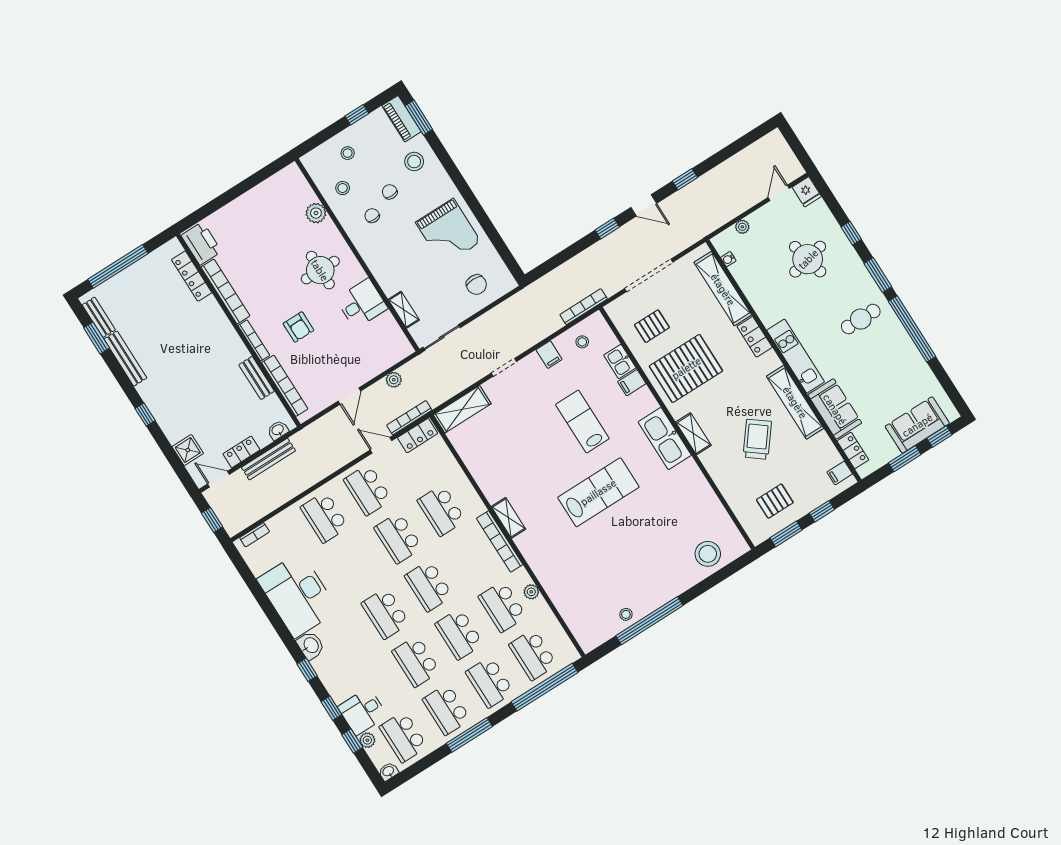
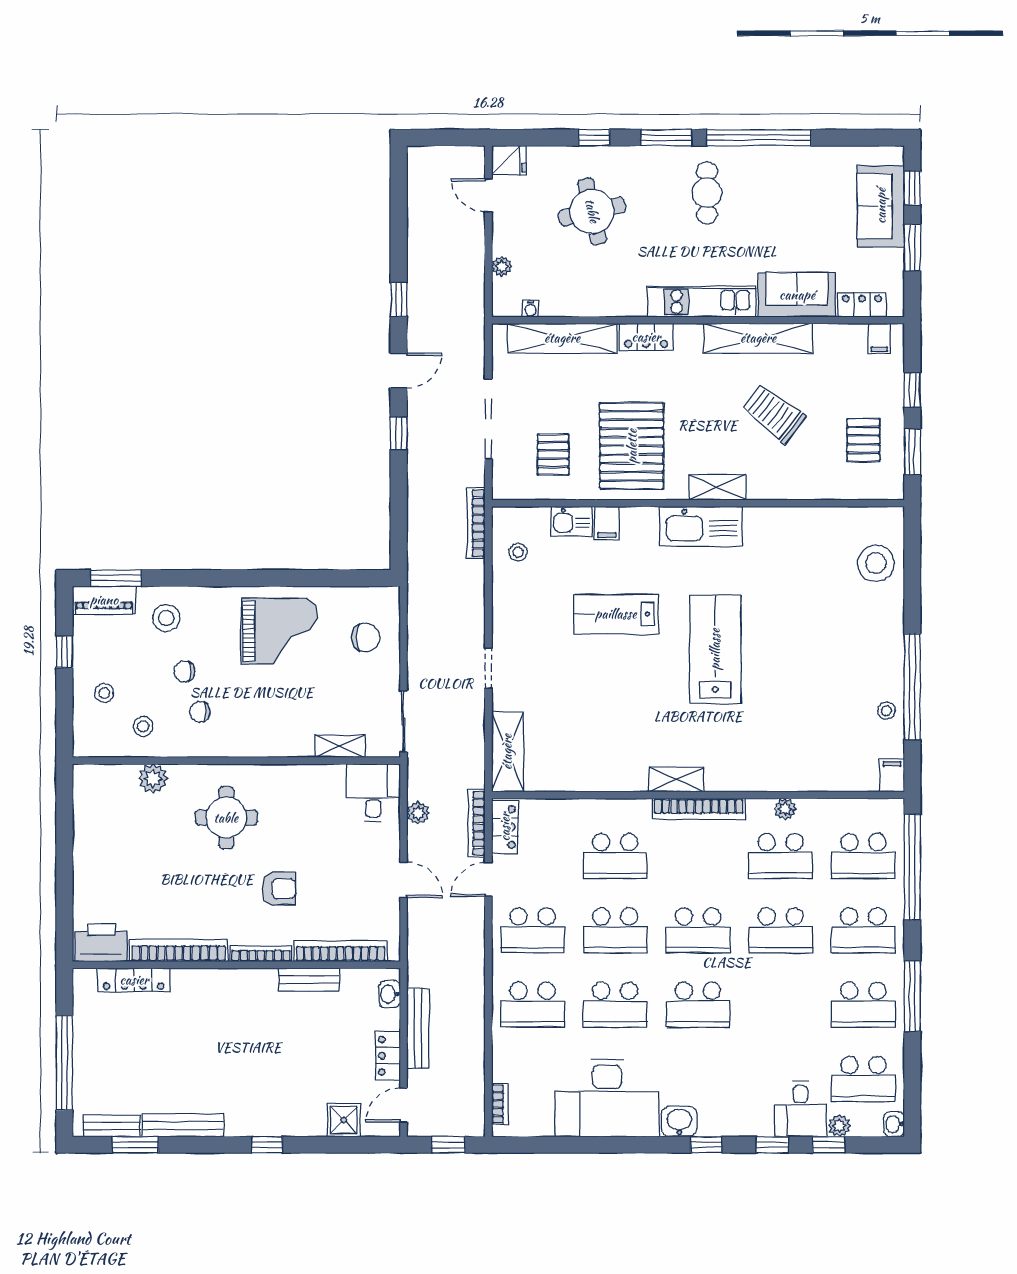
desk: (362, 304) -> (373, 793), moved
filing cabinet: (549, 355) -> (892, 775), moved, turned -90
school desk: (416, 661) -> (615, 1005), moved

